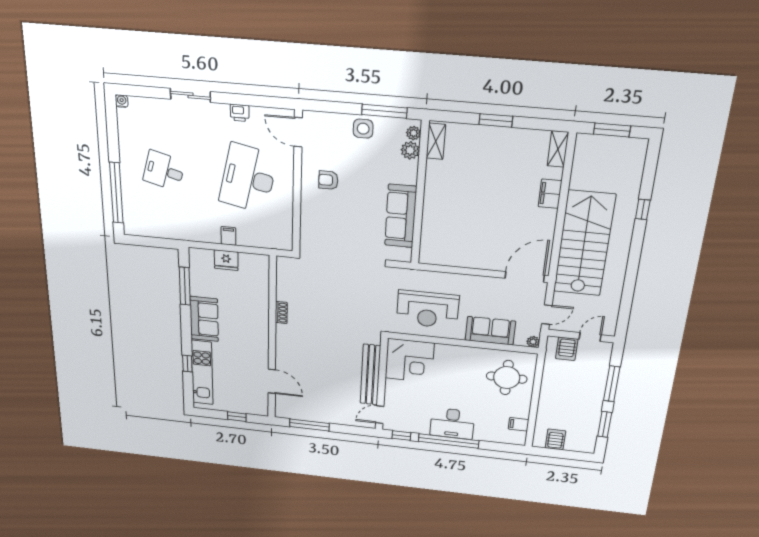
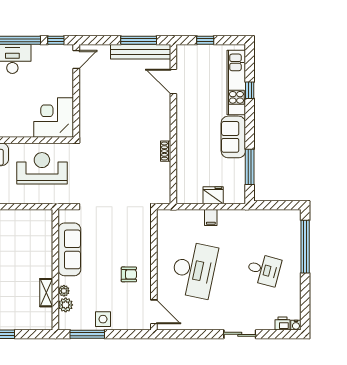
printer: (240, 113) -> (283, 323), moved
plant: (414, 133) -> (64, 291), moved
shelving: (436, 141) -> (46, 293), moved
bench: (370, 375) -> (141, 52), moved, turned 90

